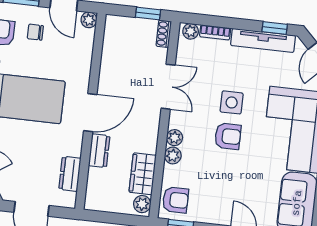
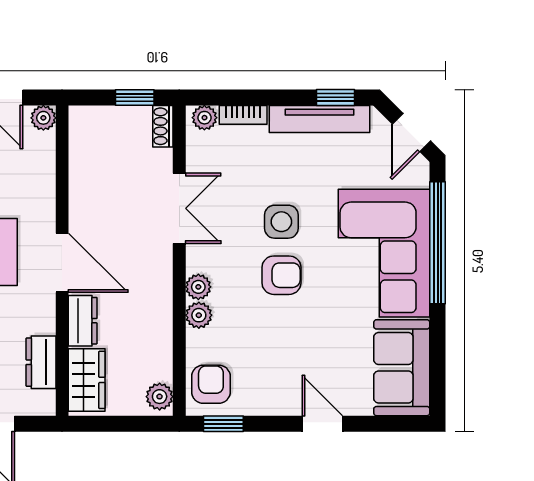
door: (90, 113) -> (62, 263), hinge flipped
wardrobe: (143, 174) -> (87, 380), moved, turned 180
armchair: (175, 200) -> (211, 384), turned -90

